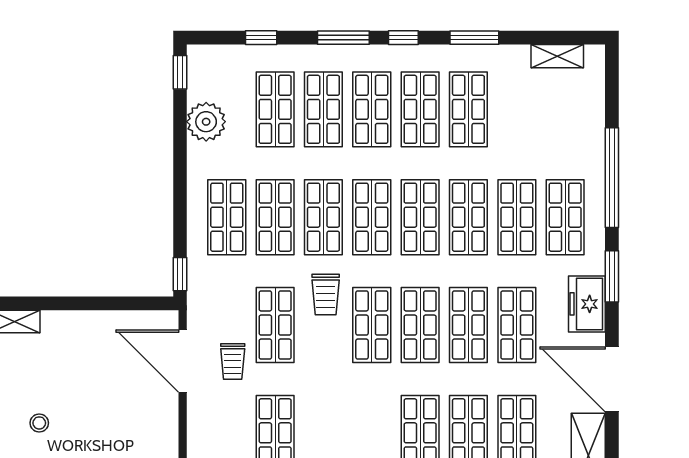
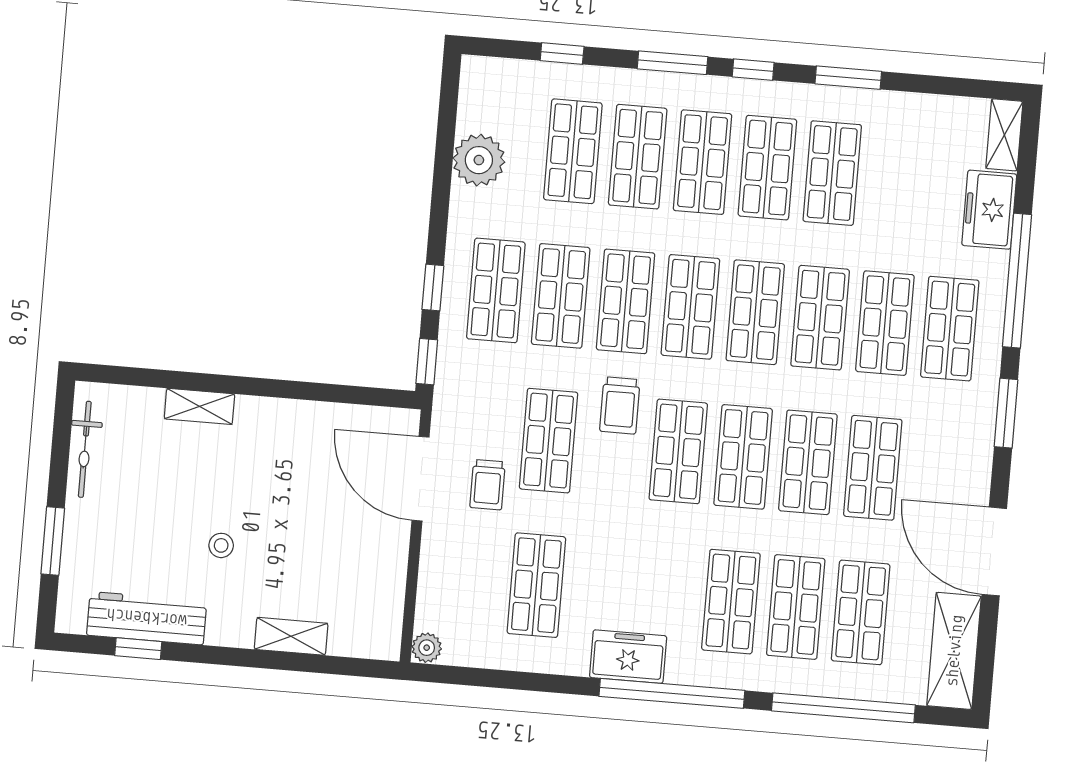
shelving: (557, 56) -> (1004, 135), moved, turned 90
window: (180, 72) -> (433, 288), moved
freezer: (587, 304) -> (989, 210), moved

